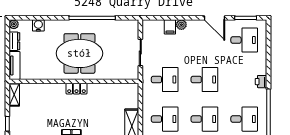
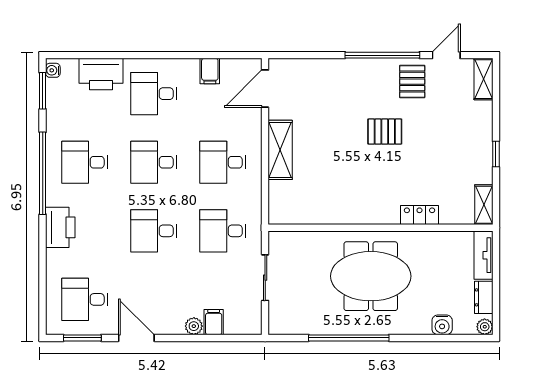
printer: (261, 82) -> (60, 227), width x1.87, depth x1.48
locker: (76, 89) -> (419, 215), moved

